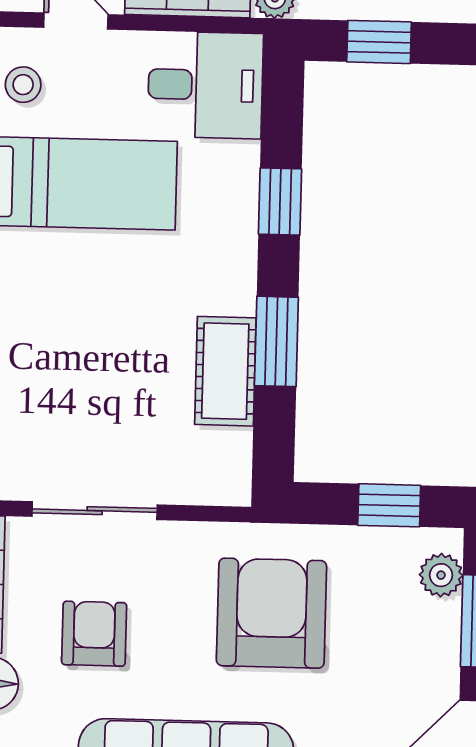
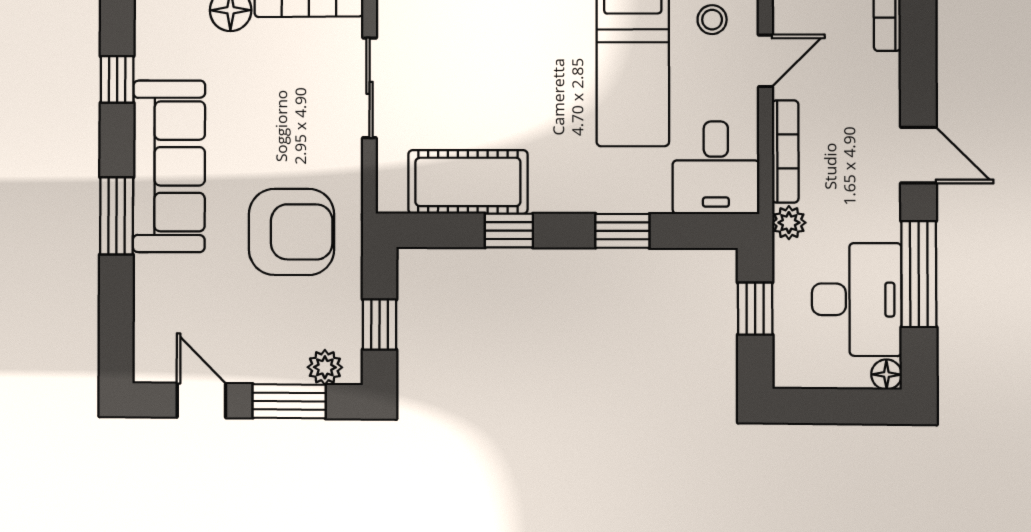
window: (276, 341) -> (509, 231), width x0.67
cot: (225, 371) -> (468, 182), width x1.37, depth x1.34
armchair: (94, 634) -> (272, 90), removed

